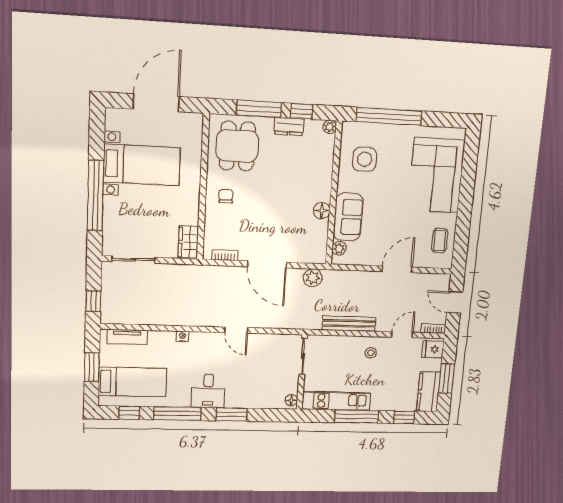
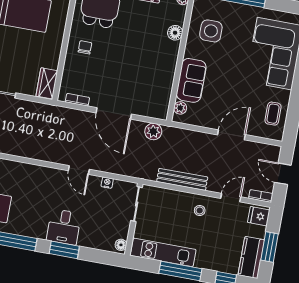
floor lamp: (322, 211) -> (175, 33), moved
nightstand: (182, 336) -> (107, 183), moved
desk: (208, 391) -> (64, 227), moved

